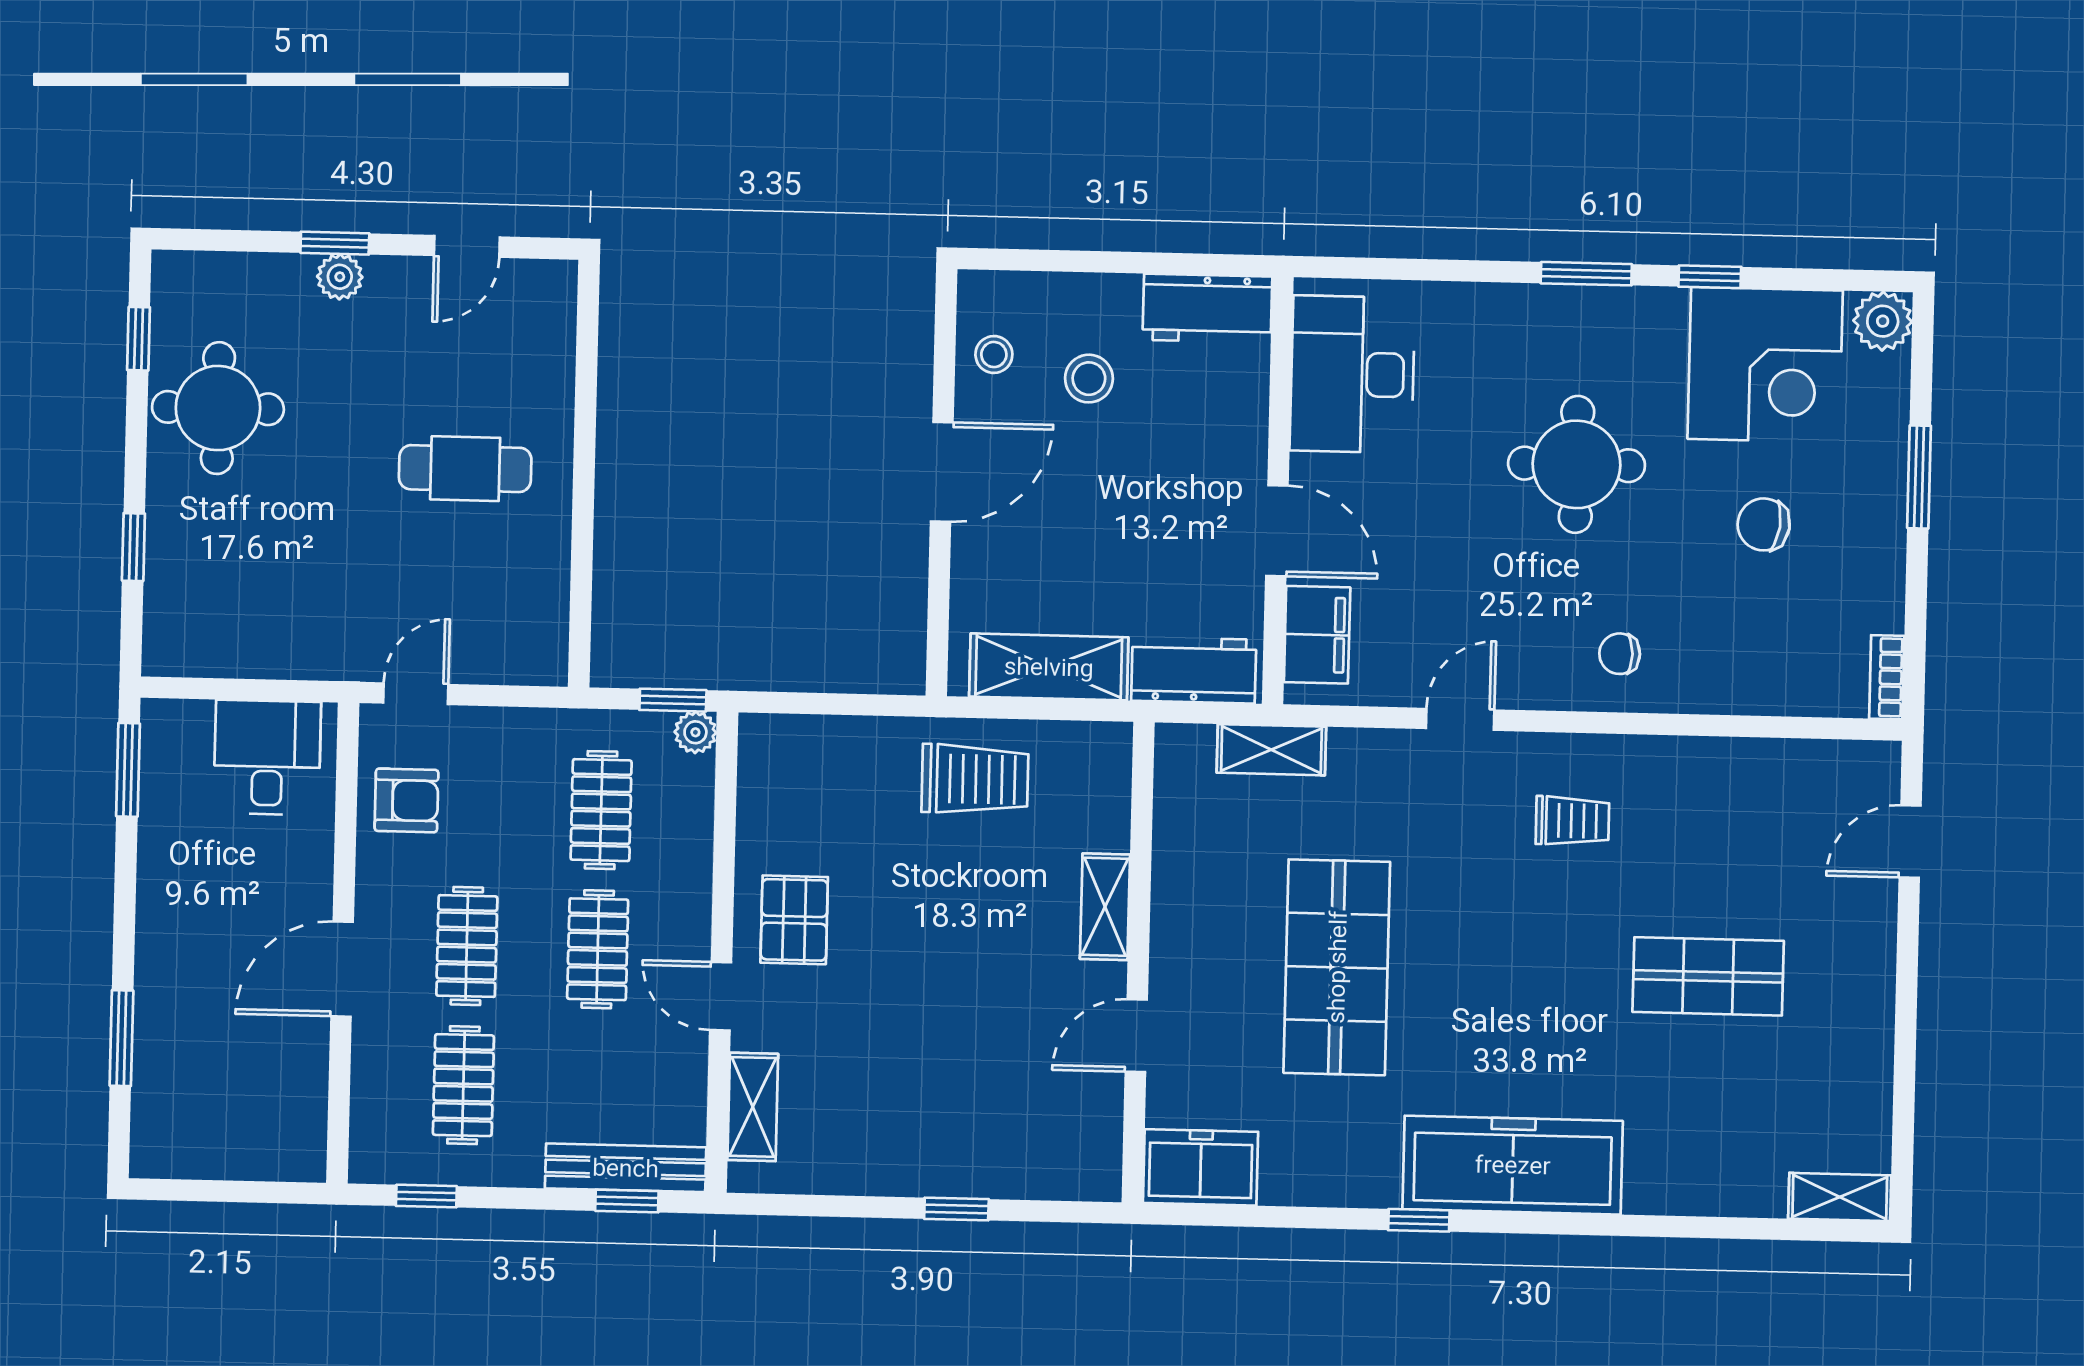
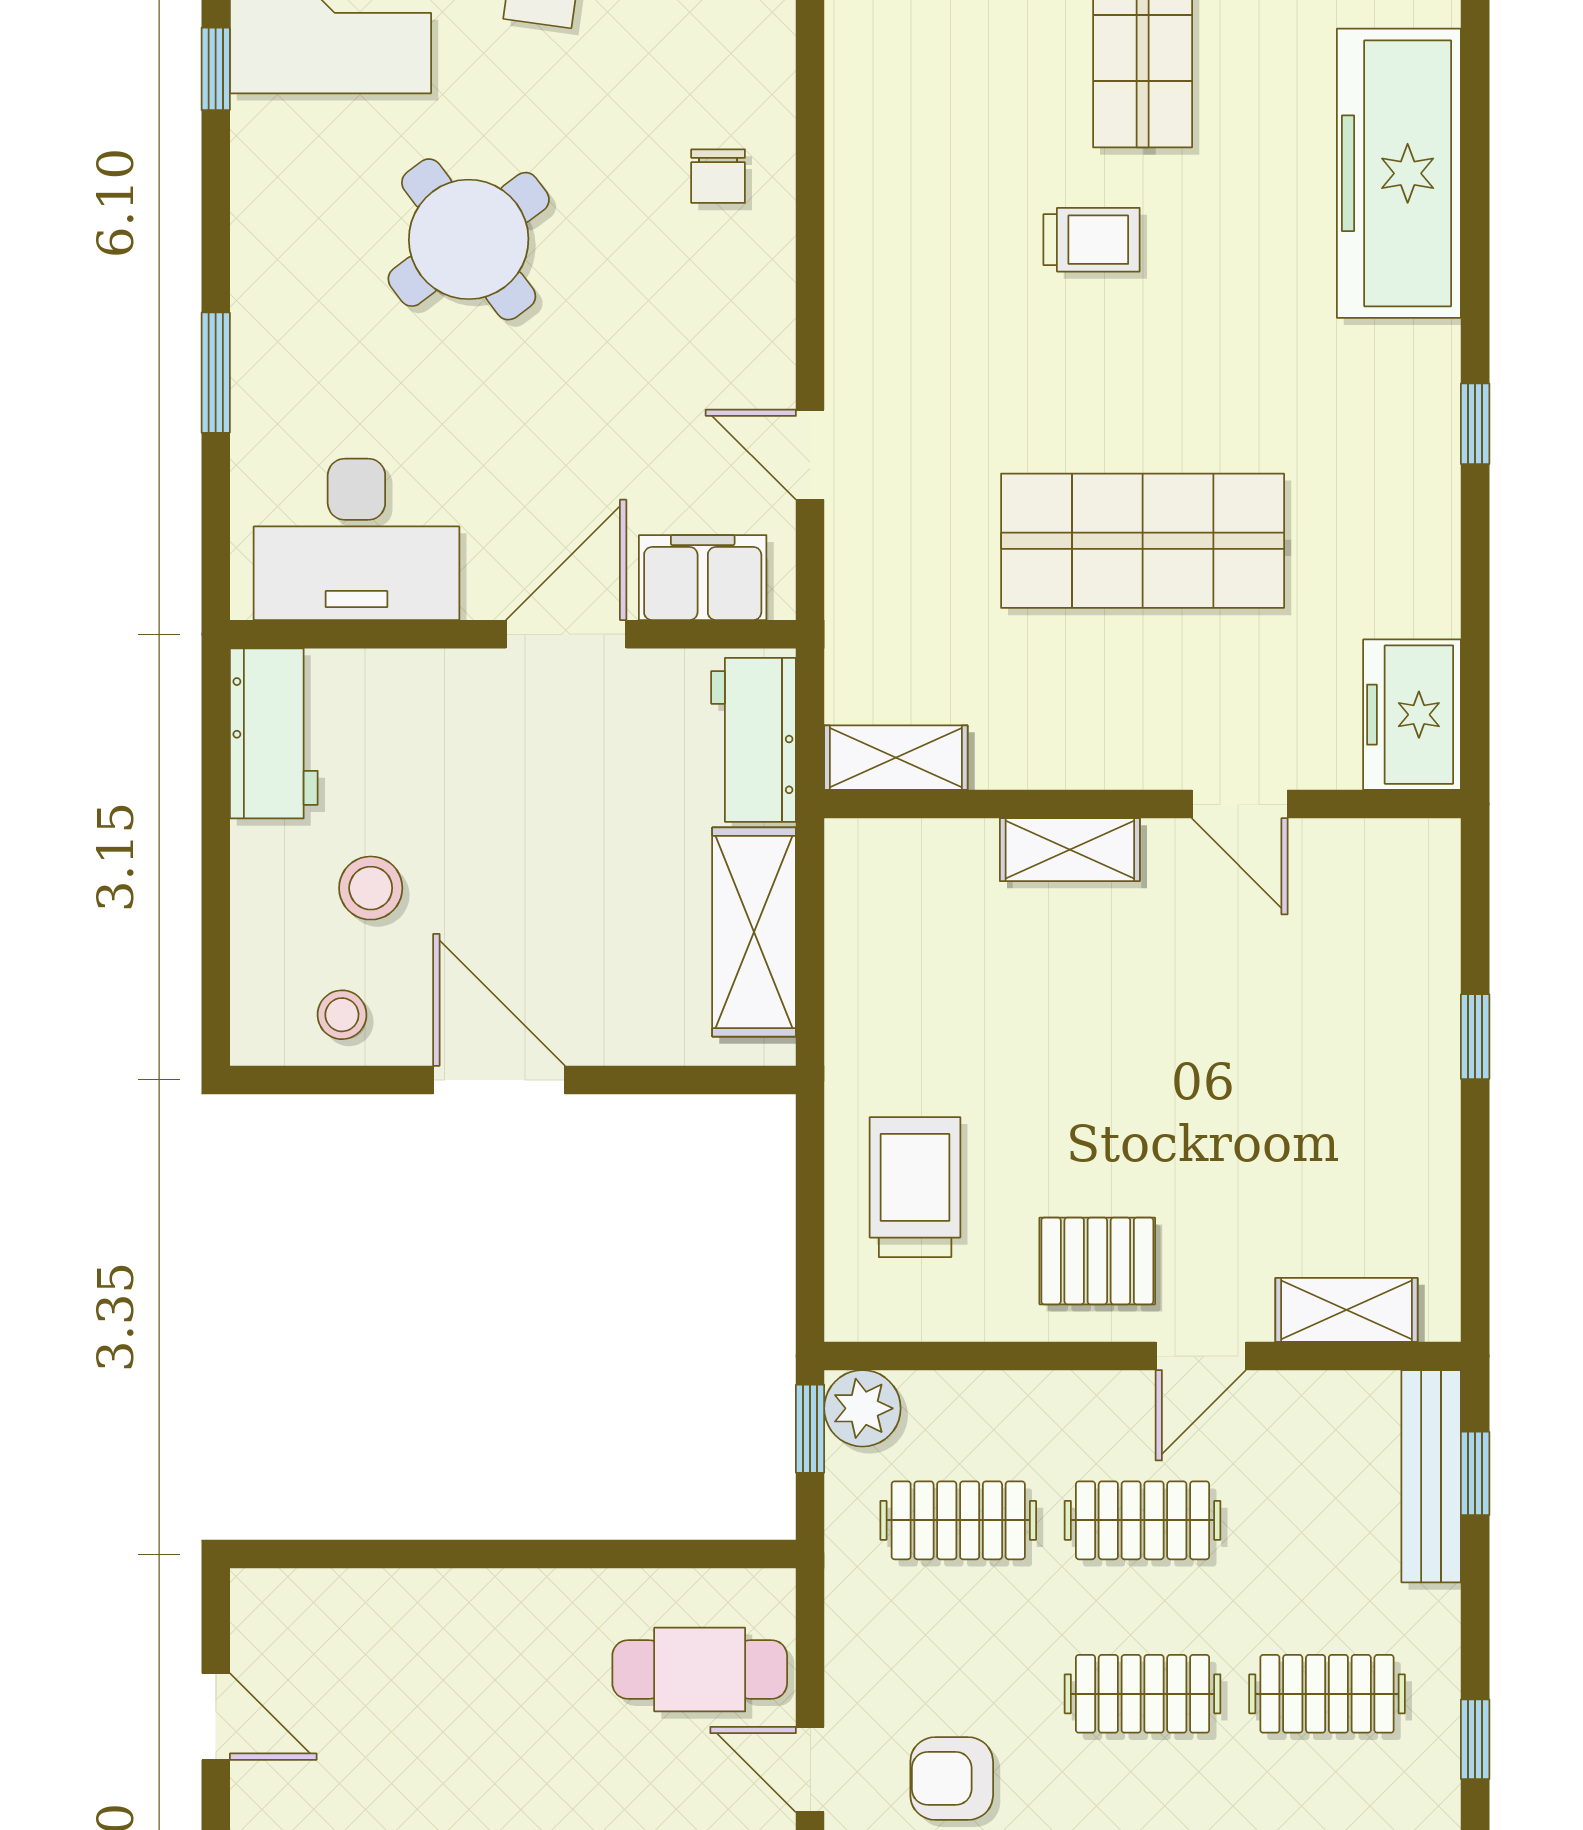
window: (1586, 274) -> (216, 373), moved
round table: (1577, 464) -> (469, 239), turned -37
cafe table: (465, 469) -> (700, 1670), moved, turned 90
door: (1460, 719) -> (810, 455), moved
plant: (695, 732) -> (862, 1408), width x1.38, depth x1.38
shelving: (1271, 750) -> (896, 758), moved, turned 90
trolley: (975, 779) -> (915, 1187), moved
armchair: (406, 800) -> (952, 1778), turned -90
trolley: (1572, 821) -> (1092, 240), moved, turned 90
freezer: (1513, 1165) -> (1399, 173), moved

